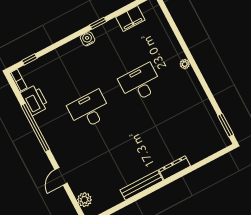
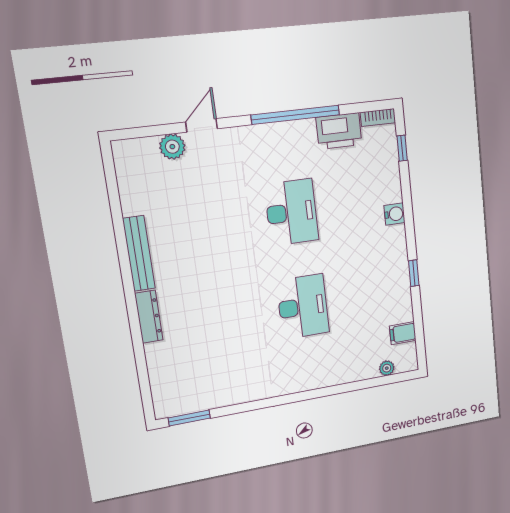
filing cabinet: (130, 19) -> (403, 333), width x0.50
water cooler: (88, 39) -> (395, 214), moved
plant: (185, 64) -> (387, 368), moved
door: (61, 176) -> (202, 125), hinge flipped
plant: (84, 200) -> (172, 147), moved

